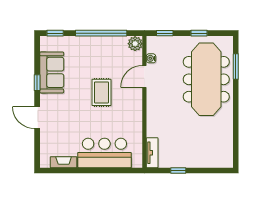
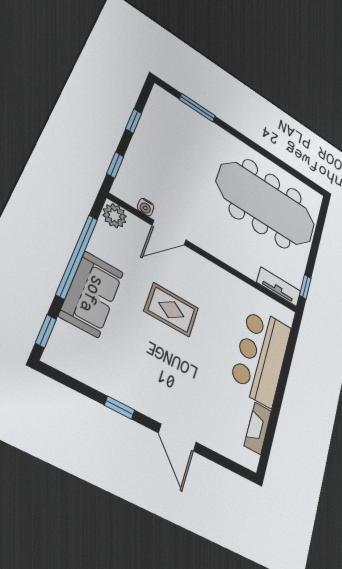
sofa: (52, 72) -> (92, 294), moved, turned 90
door: (144, 76) -> (169, 233), hinge flipped
meeting table: (206, 79) -> (266, 203), moved
door: (37, 118) -> (177, 438), hinge flipped
window: (178, 170) -> (305, 287), moved

